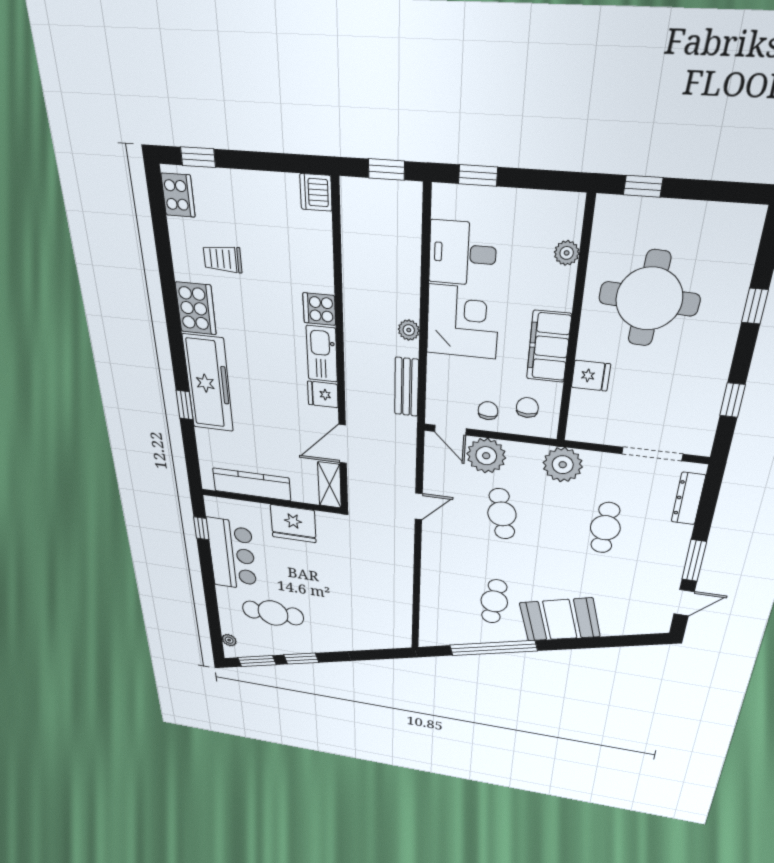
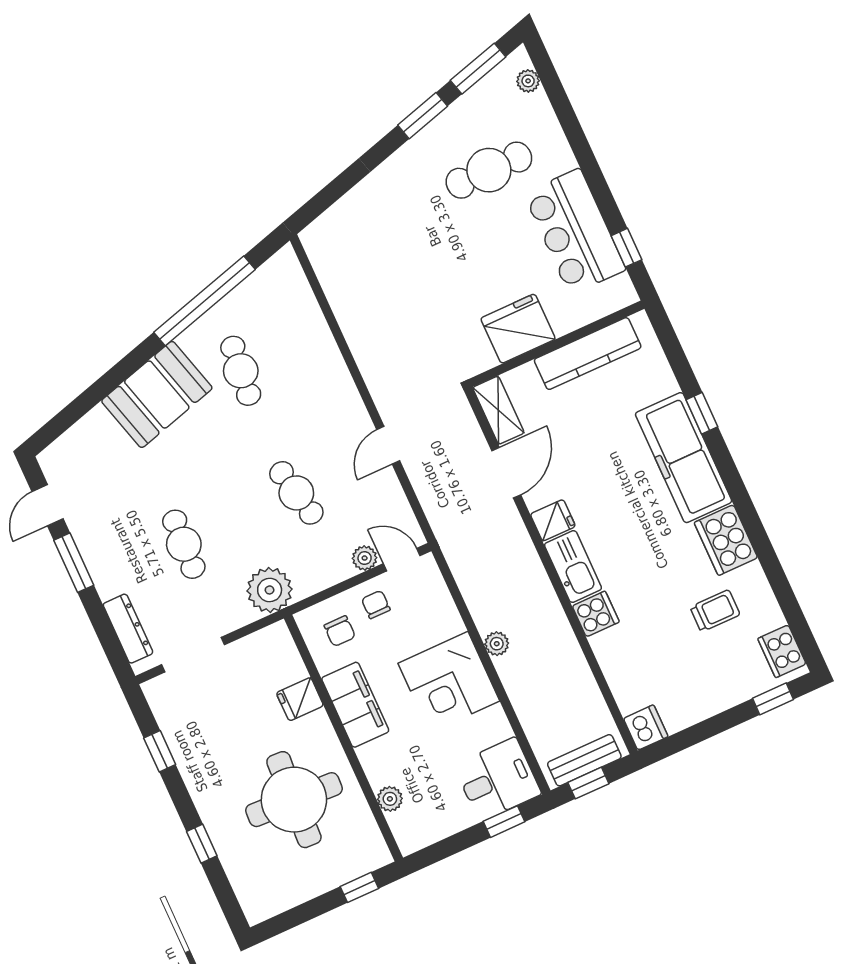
desk: (462, 253) -> (497, 779), moved
bench: (407, 387) -> (584, 760), moved, turned 90
chair: (488, 411) -> (376, 604), turned 180
plant: (486, 456) -> (365, 558), width x0.53, depth x0.53

